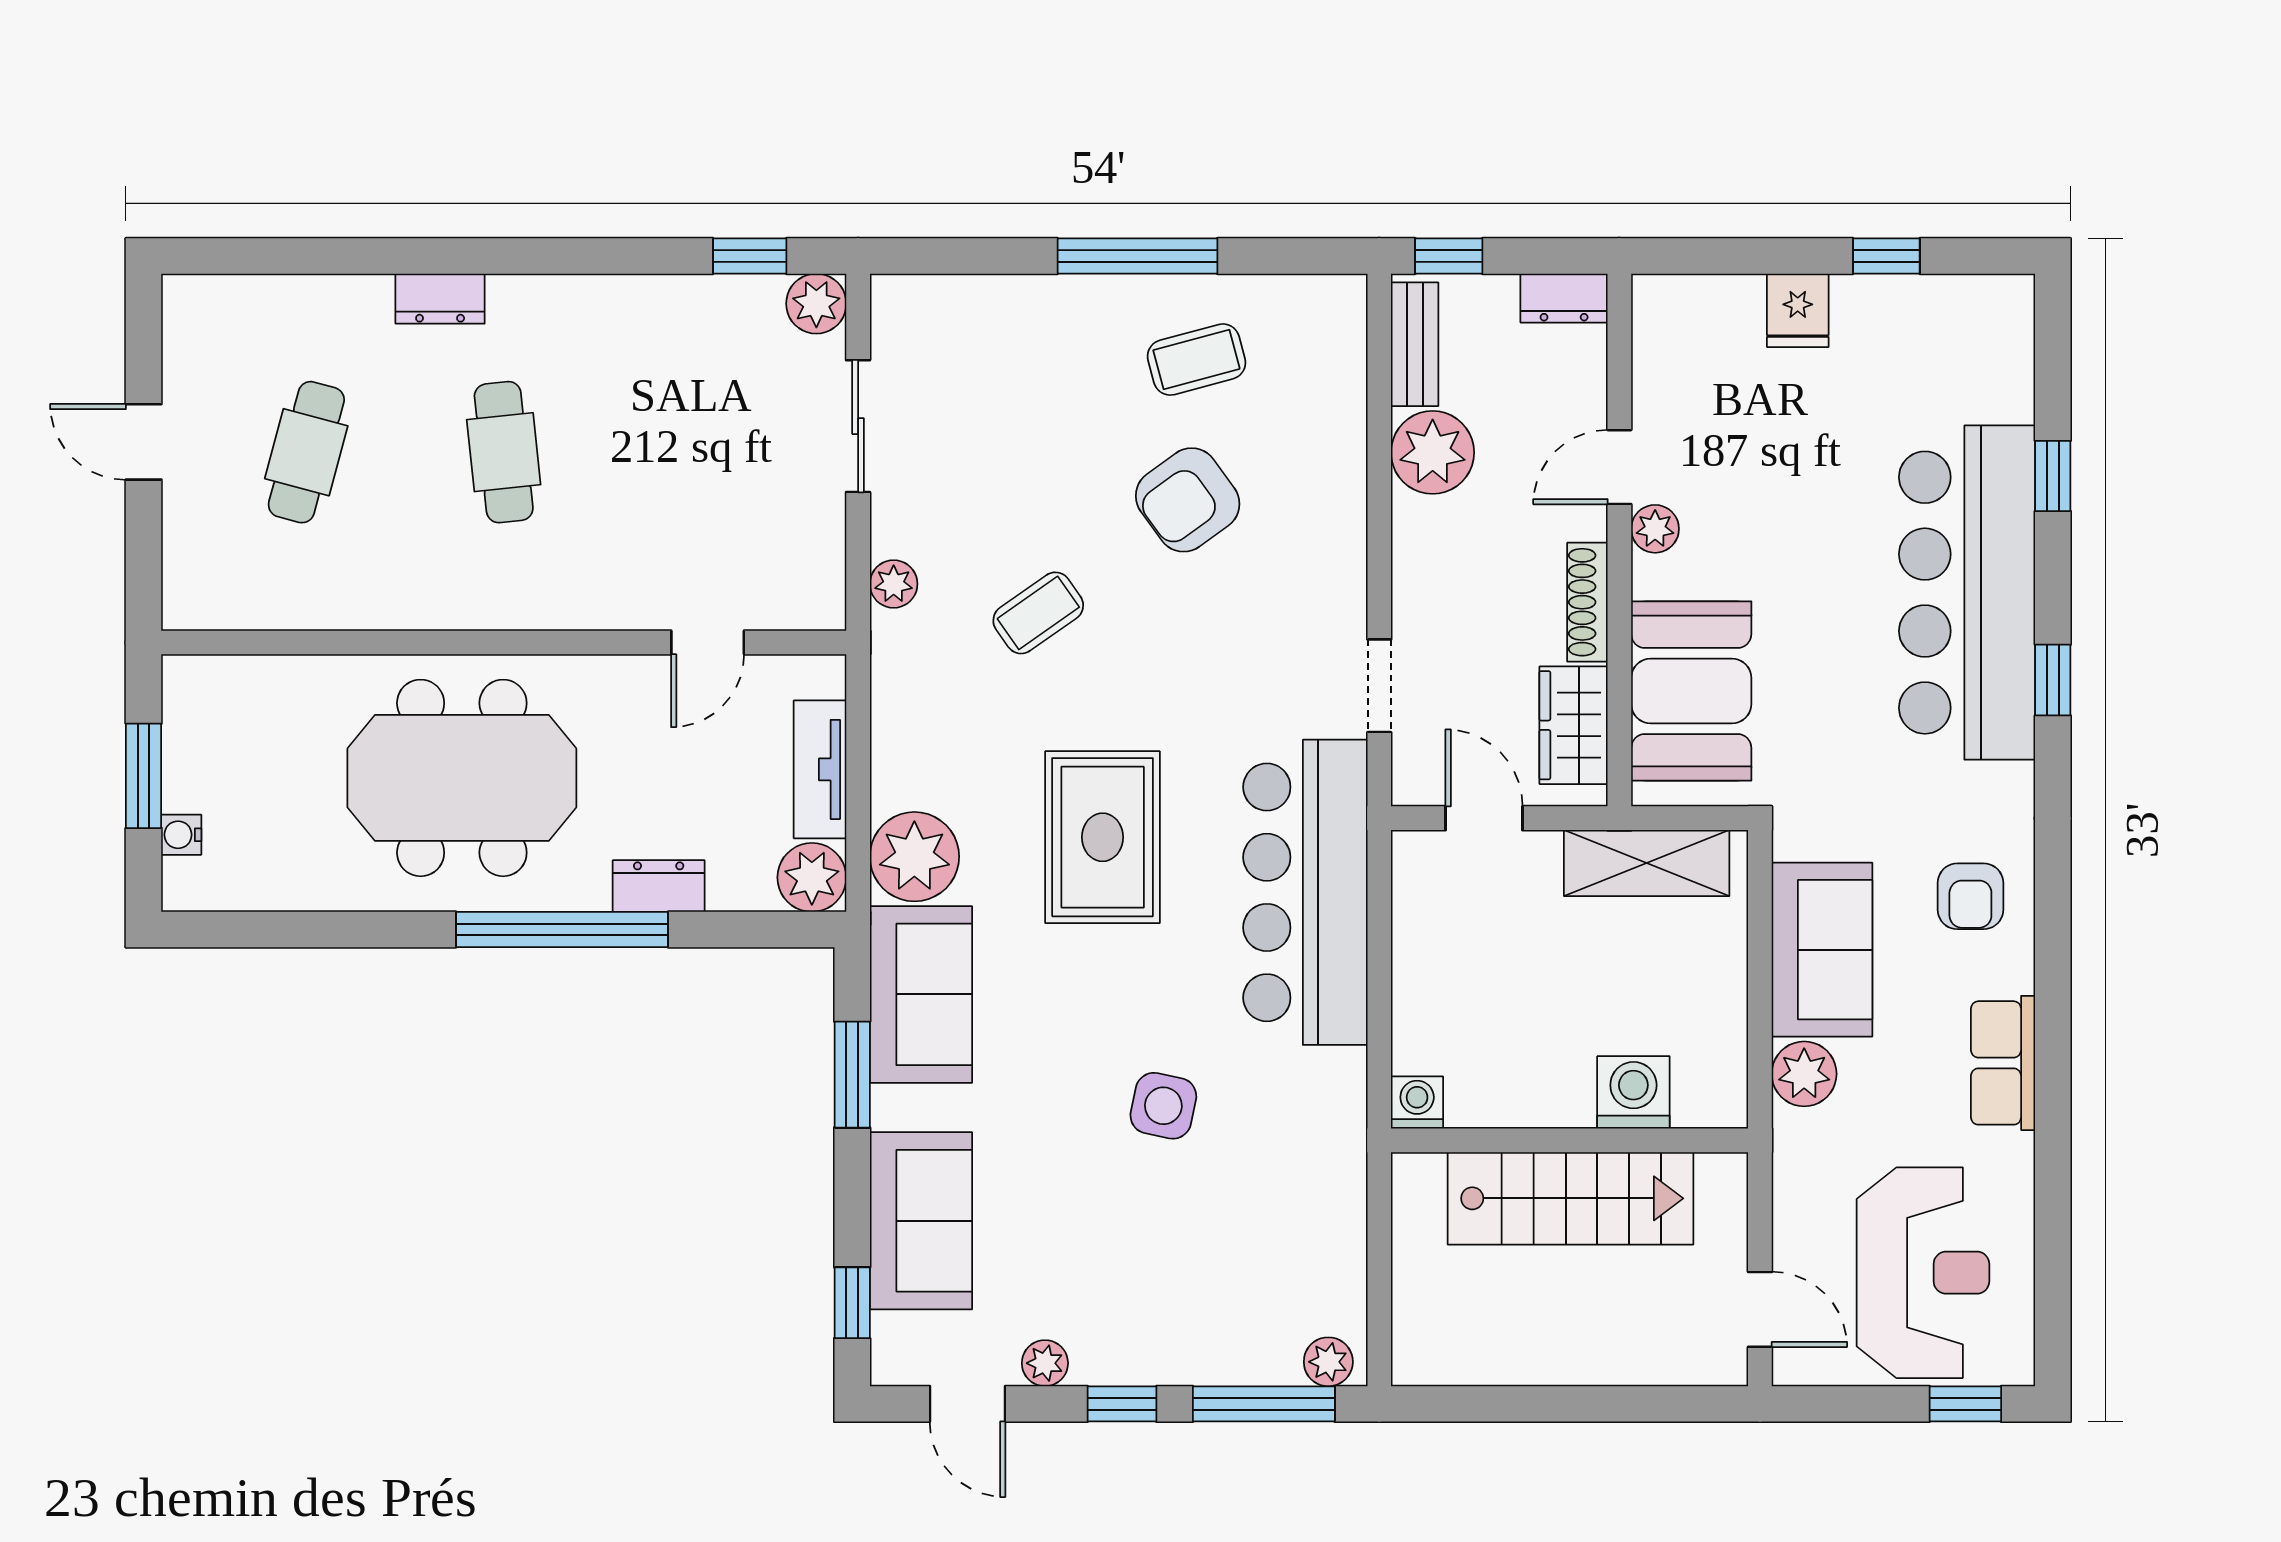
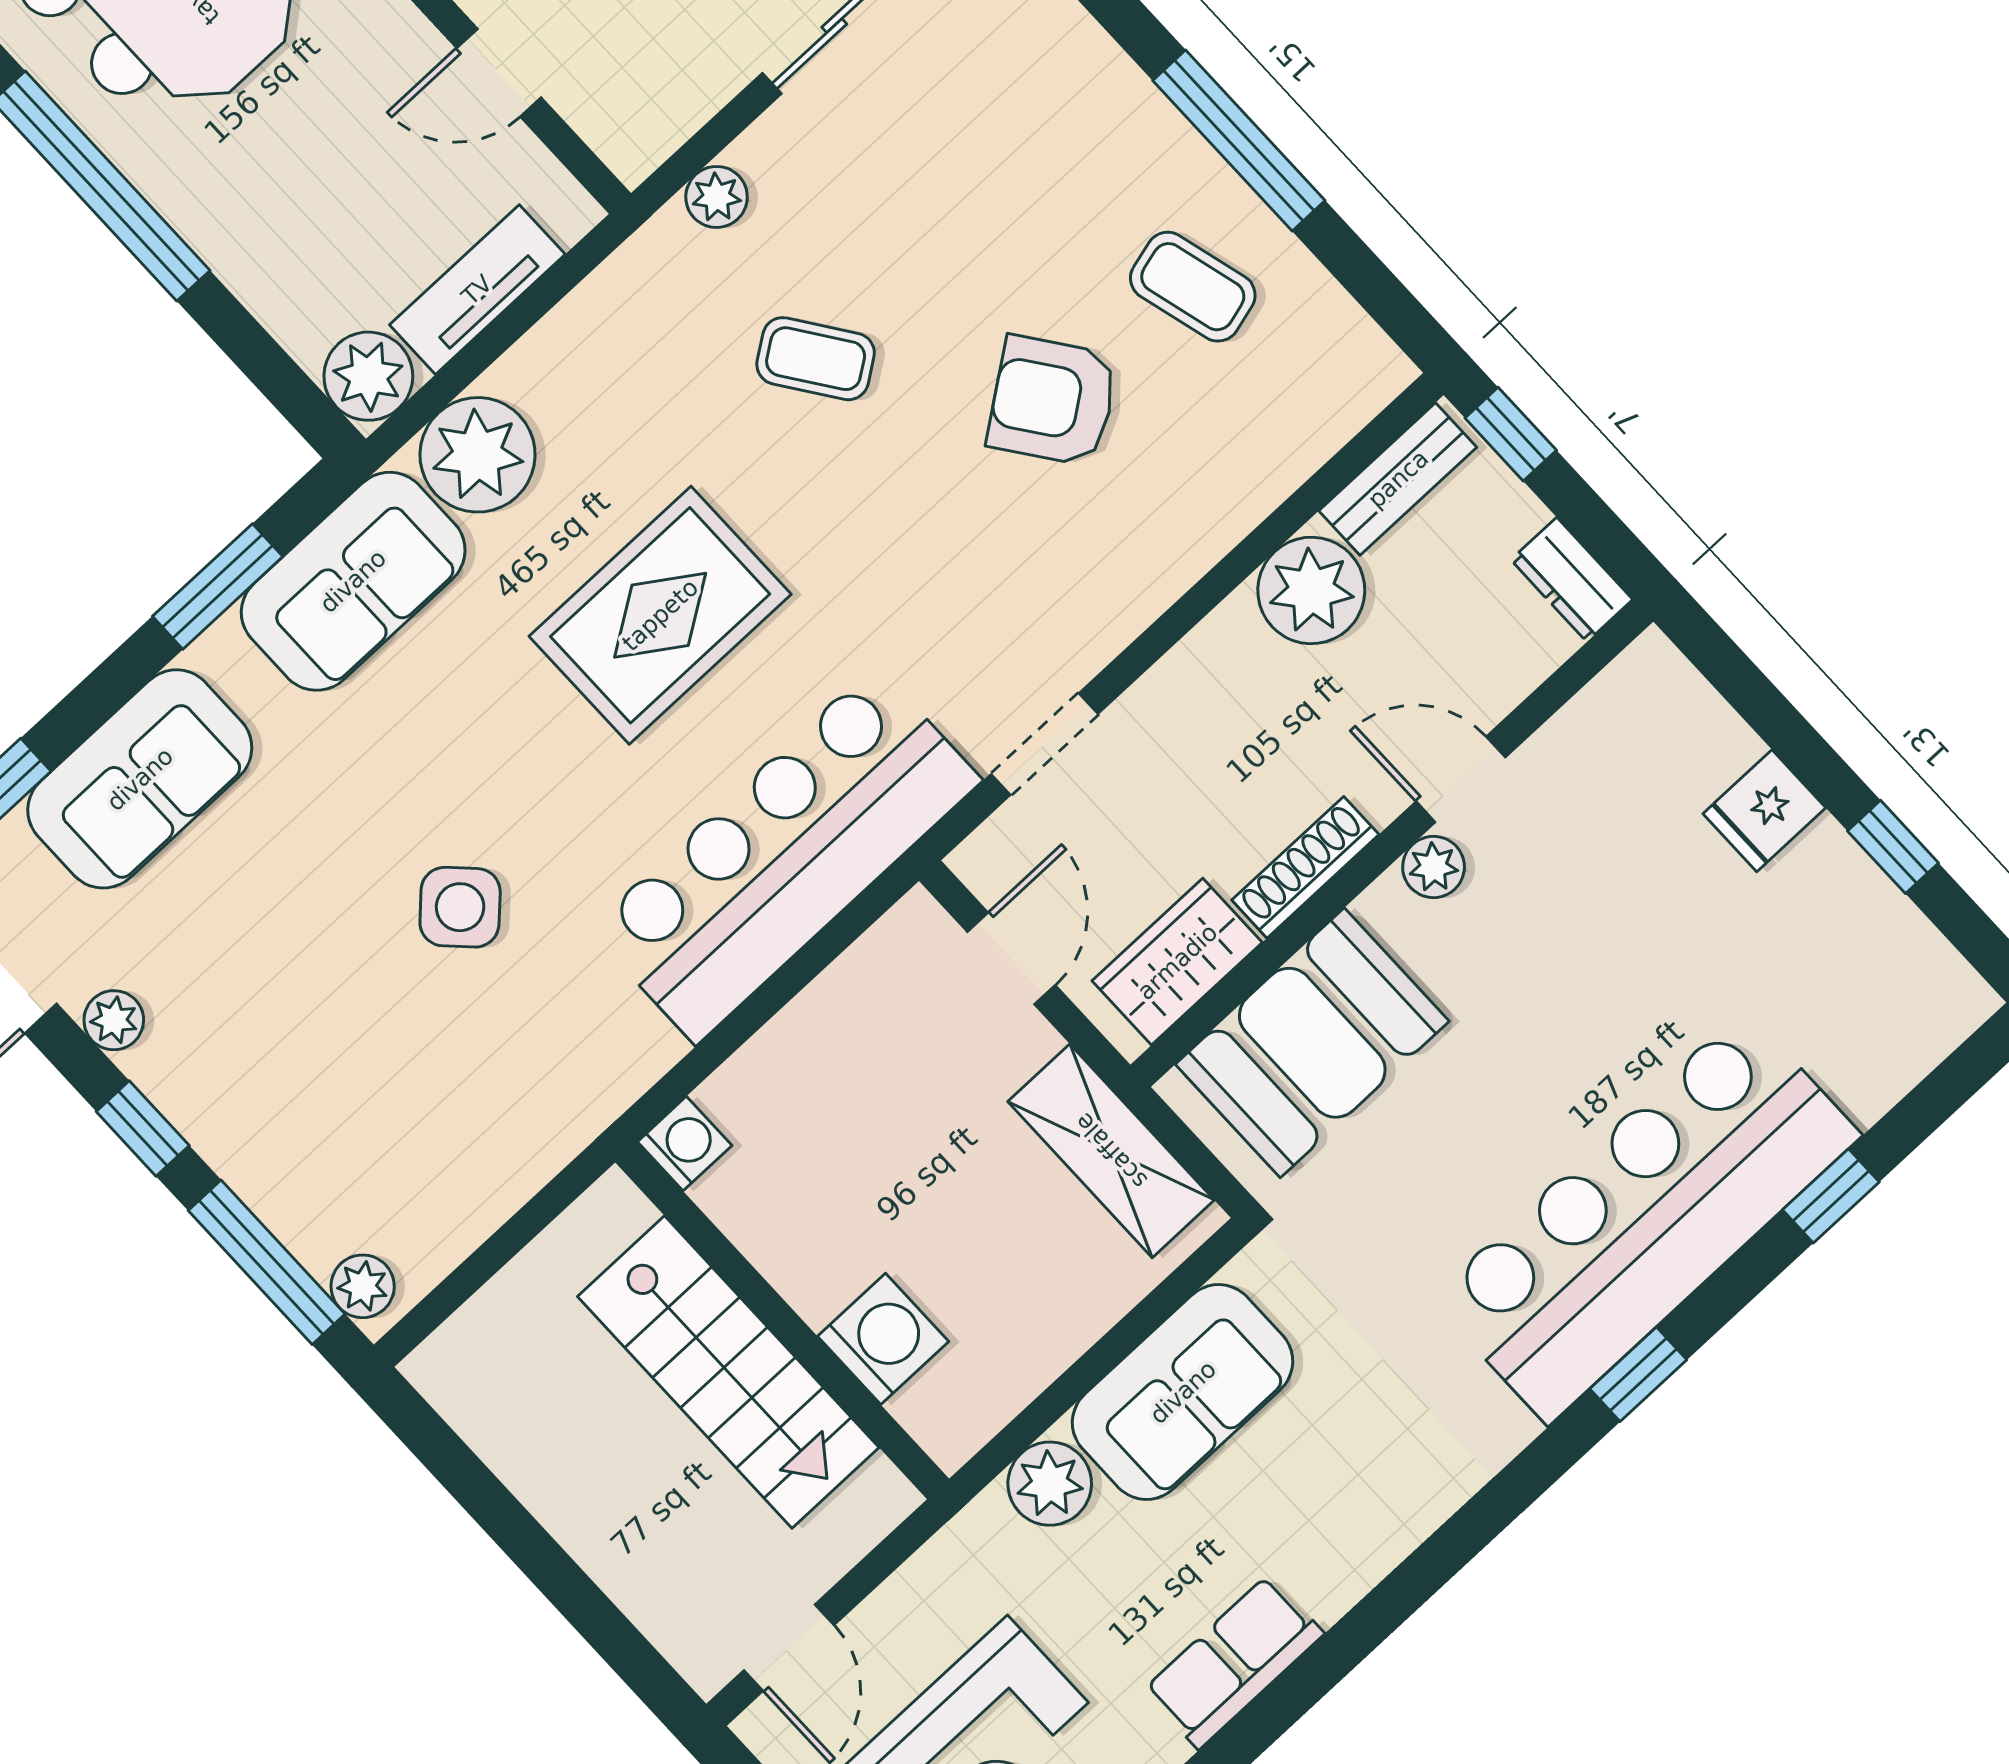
dresser: (659, 886) -> (226, 239), removed
armchair: (1970, 896) -> (1362, 1485), removed
side table: (1163, 1106) -> (460, 907), turned 33

